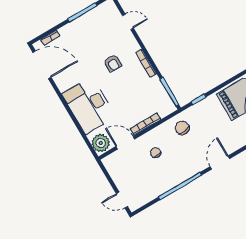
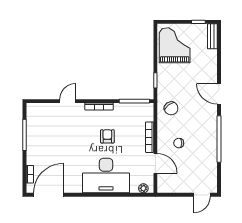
door: (128, 22) -> (68, 101), moved
armchair: (113, 63) -> (107, 136), moved, turned -90
chair: (182, 128) -> (171, 108), turned -118
plant: (101, 143) -> (143, 188), width x0.53, depth x0.53
door: (125, 143) -> (155, 163), swing flipped

